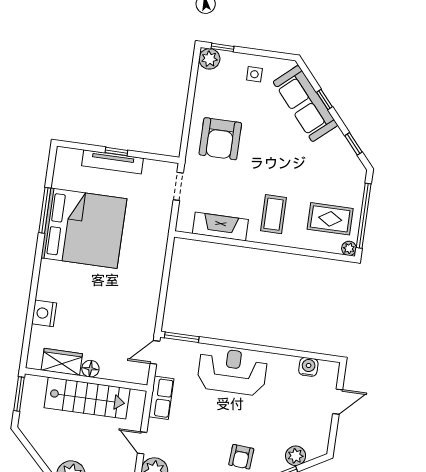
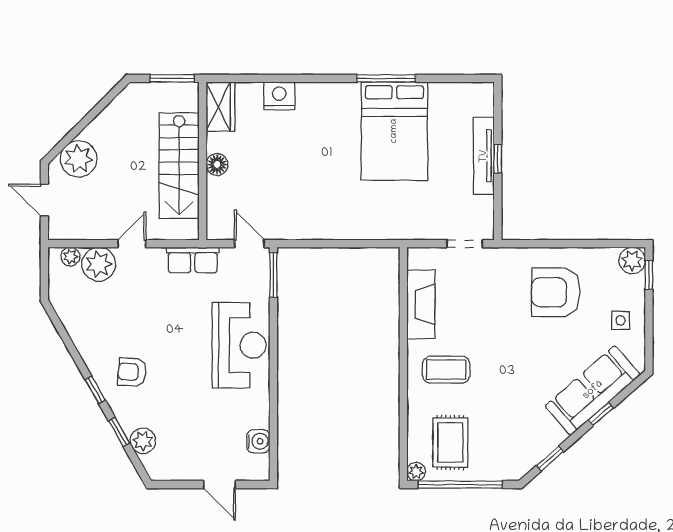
armchair: (220, 139) -> (556, 292), moved
window: (45, 210) -> (386, 78), moved
bed: (84, 228) -> (394, 131), width x0.73
wardrobe: (62, 362) -> (220, 107), moved

